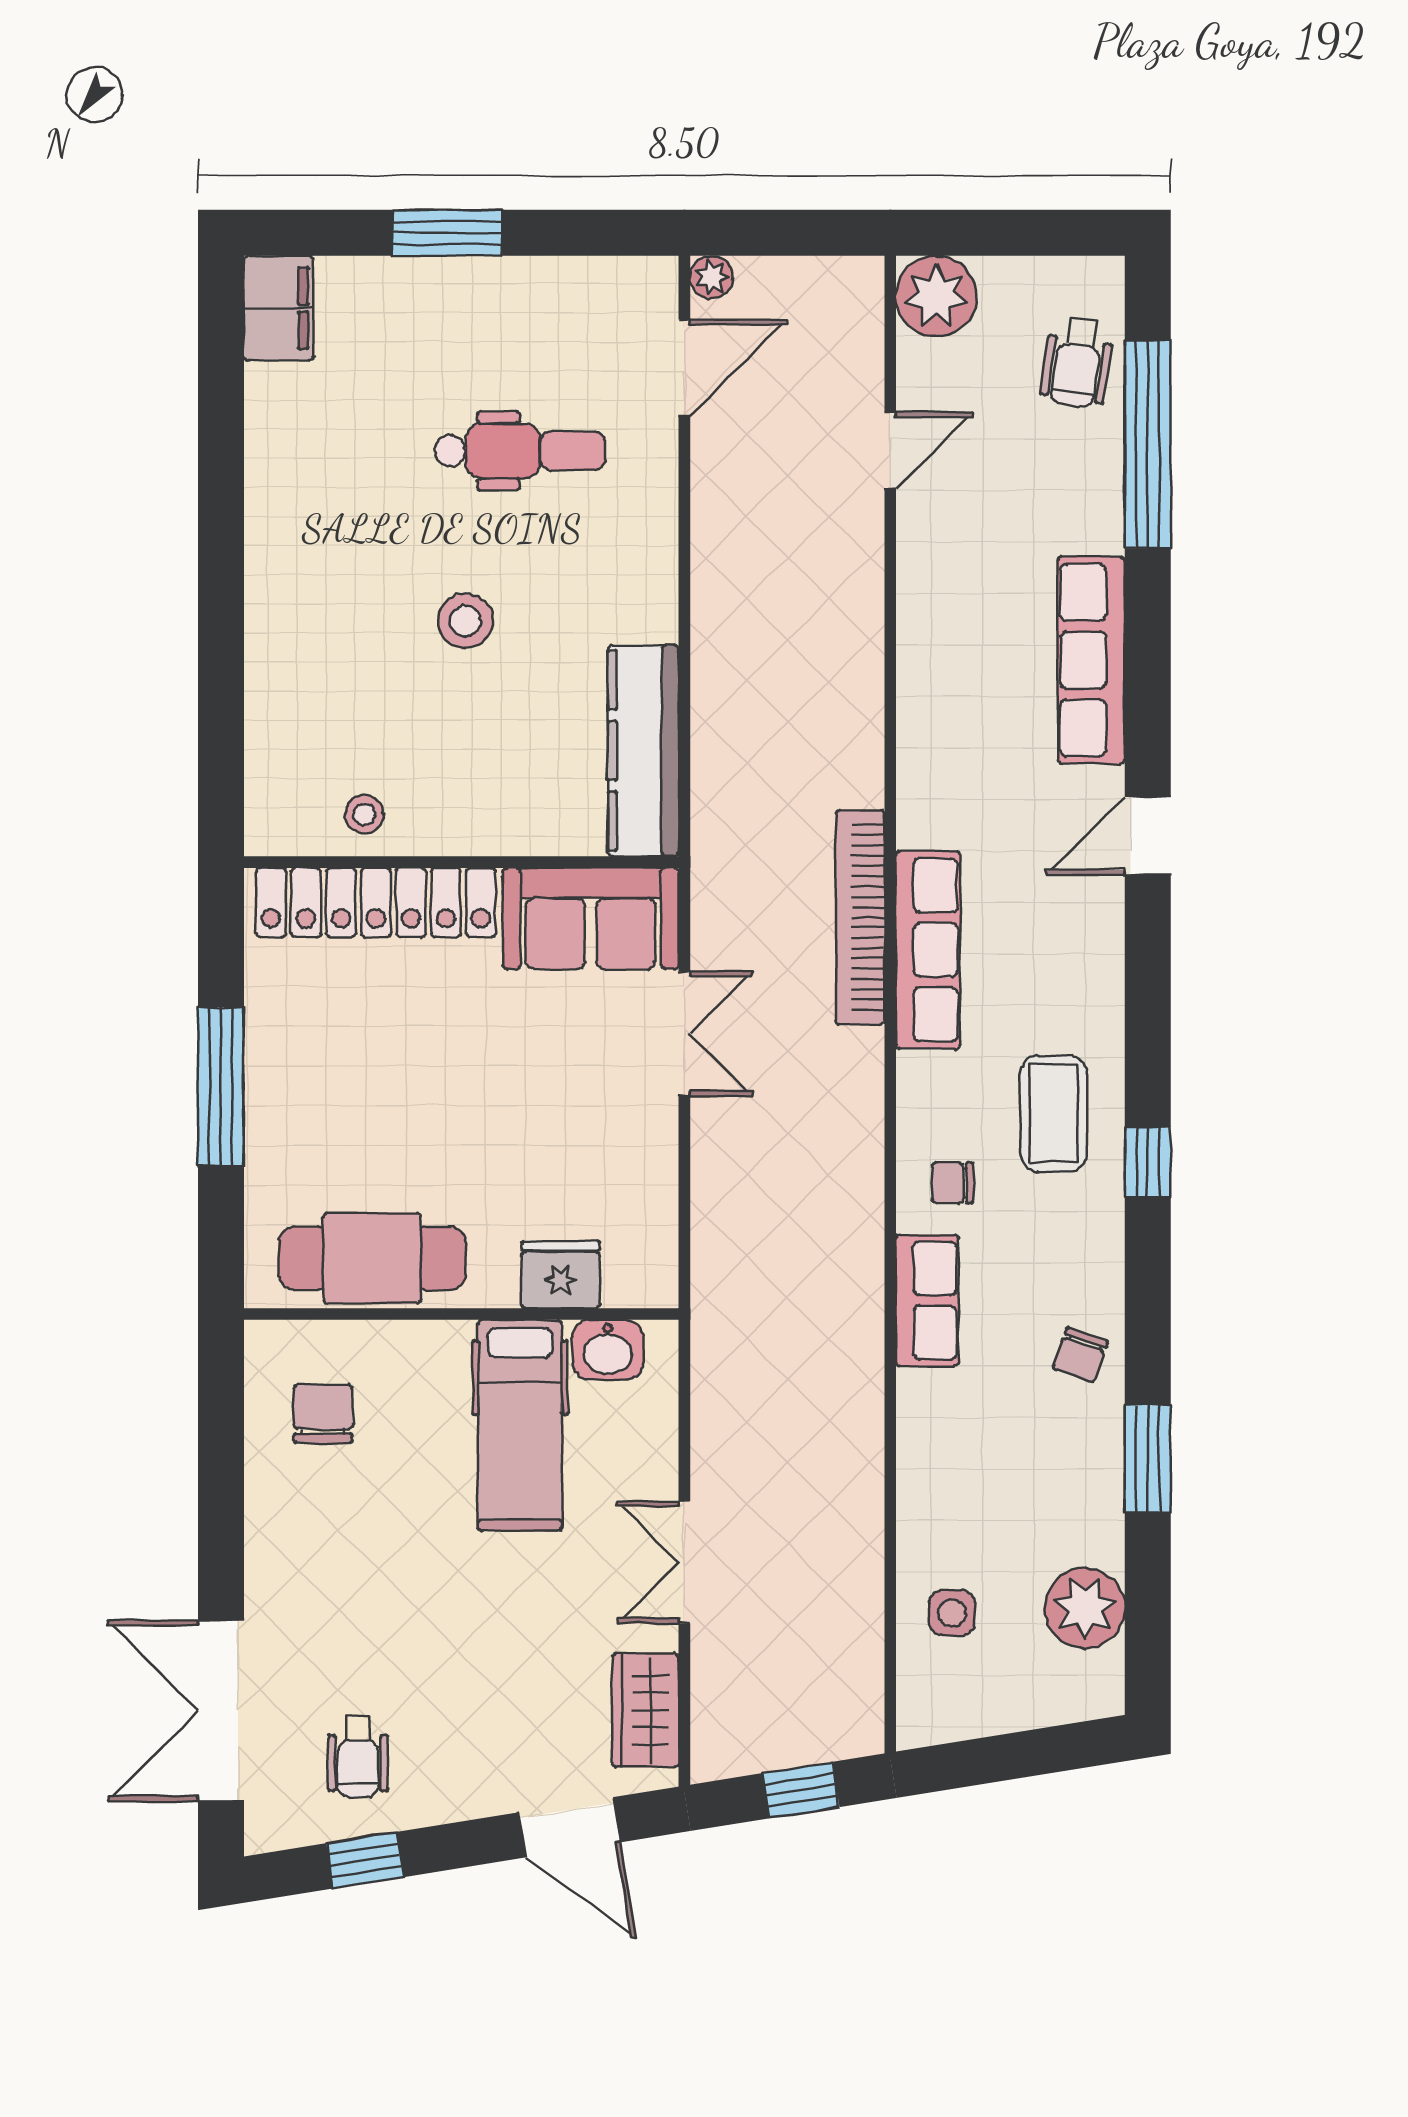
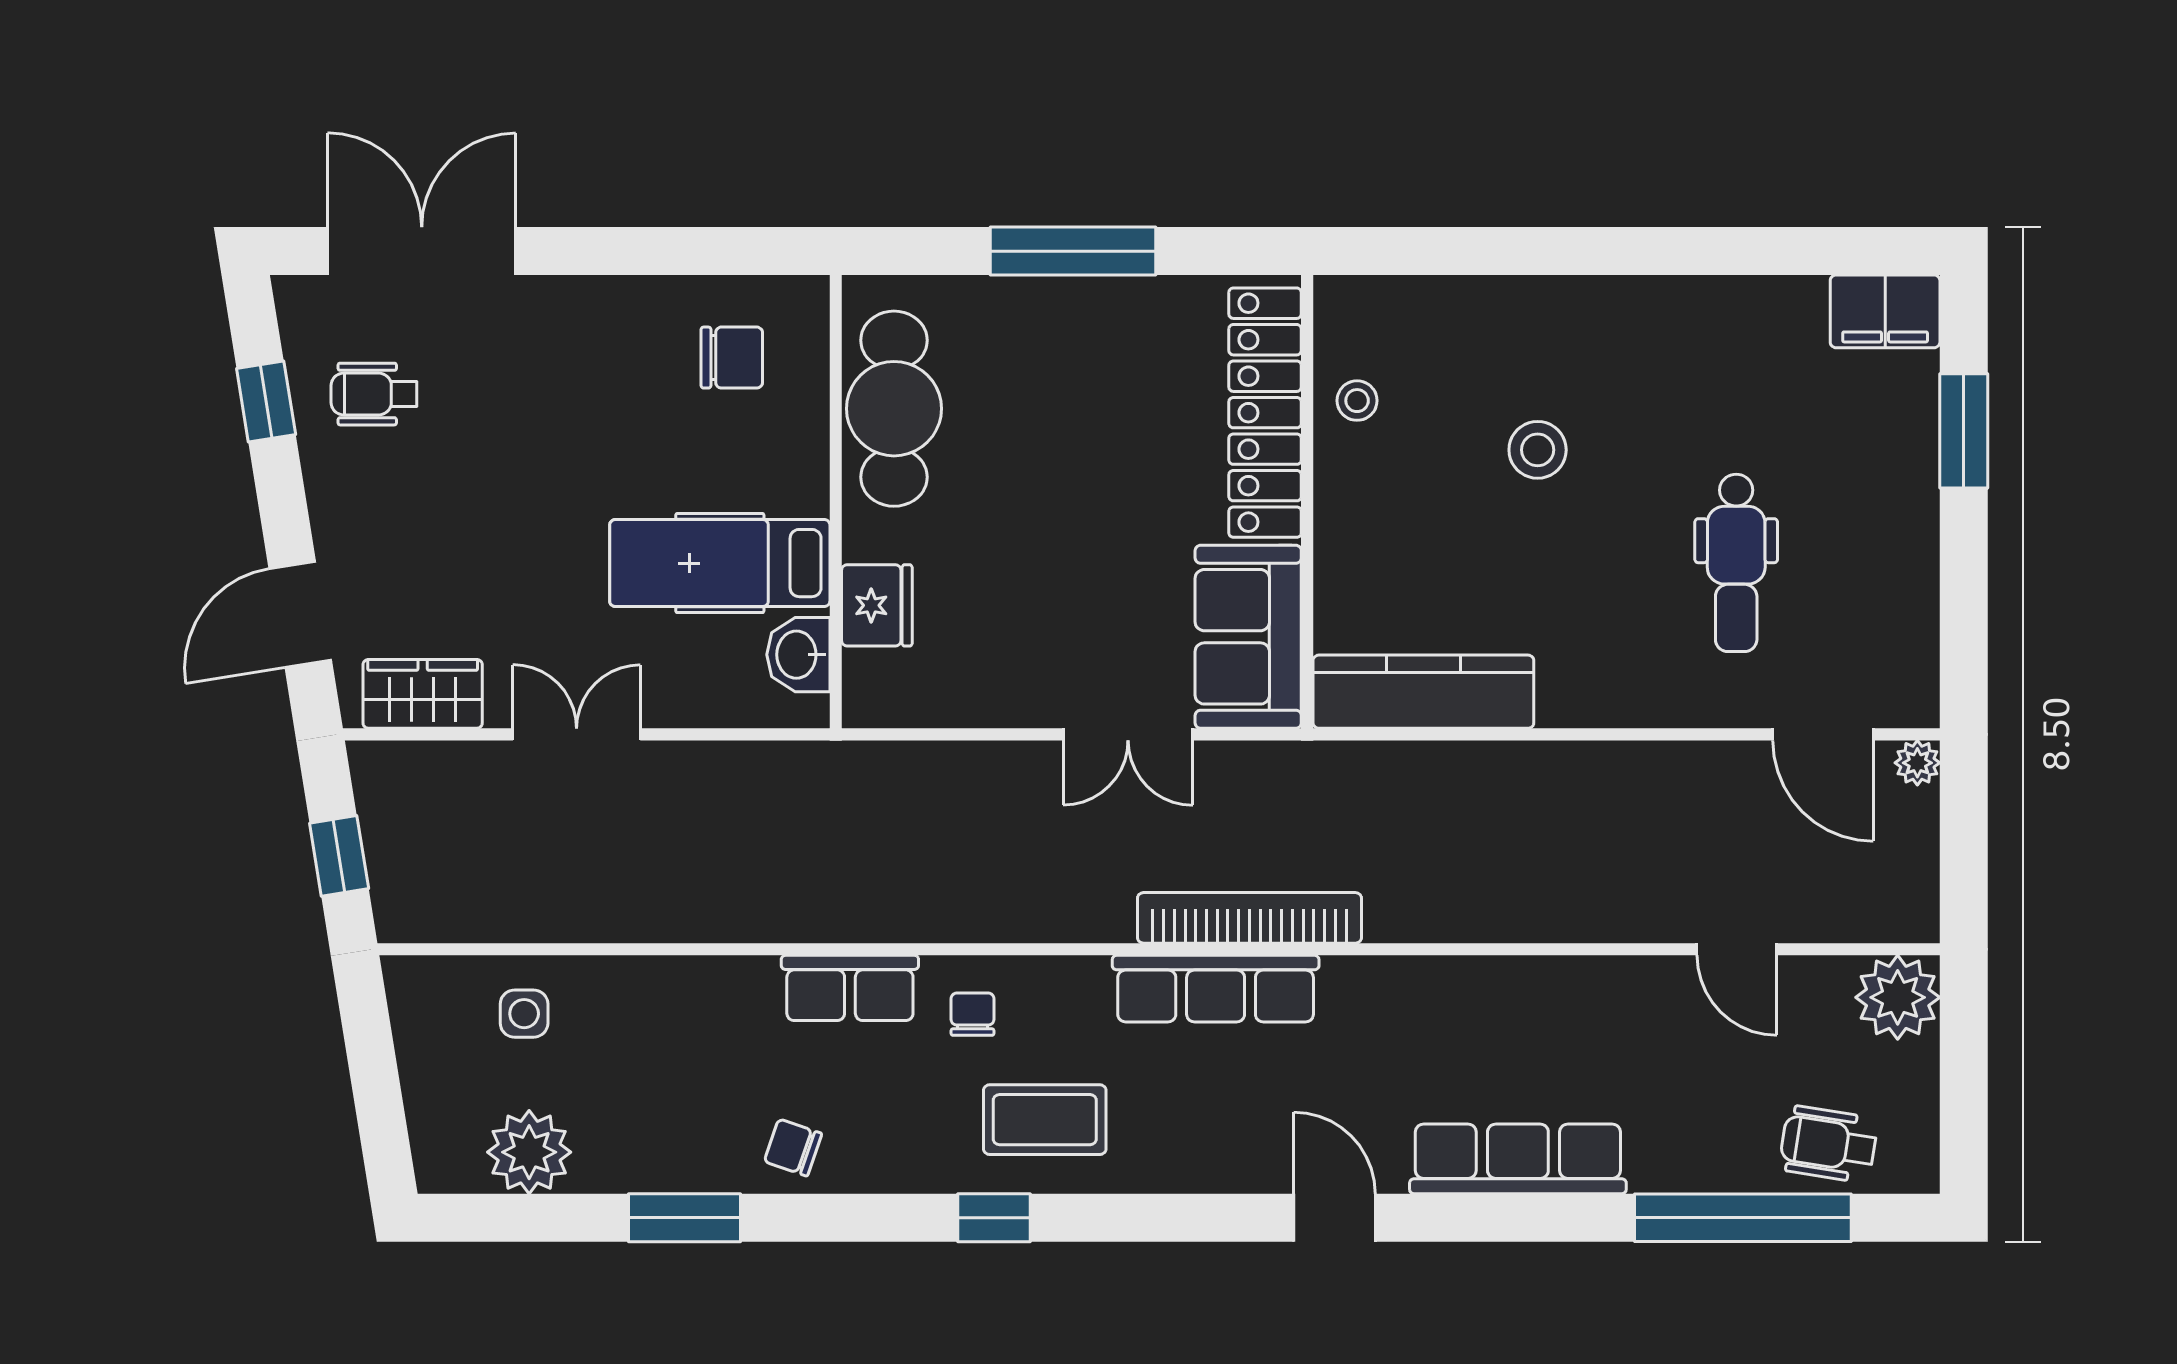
window: (447, 233) -> (1964, 431), moved
stool: (466, 621) -> (1538, 450), moved

